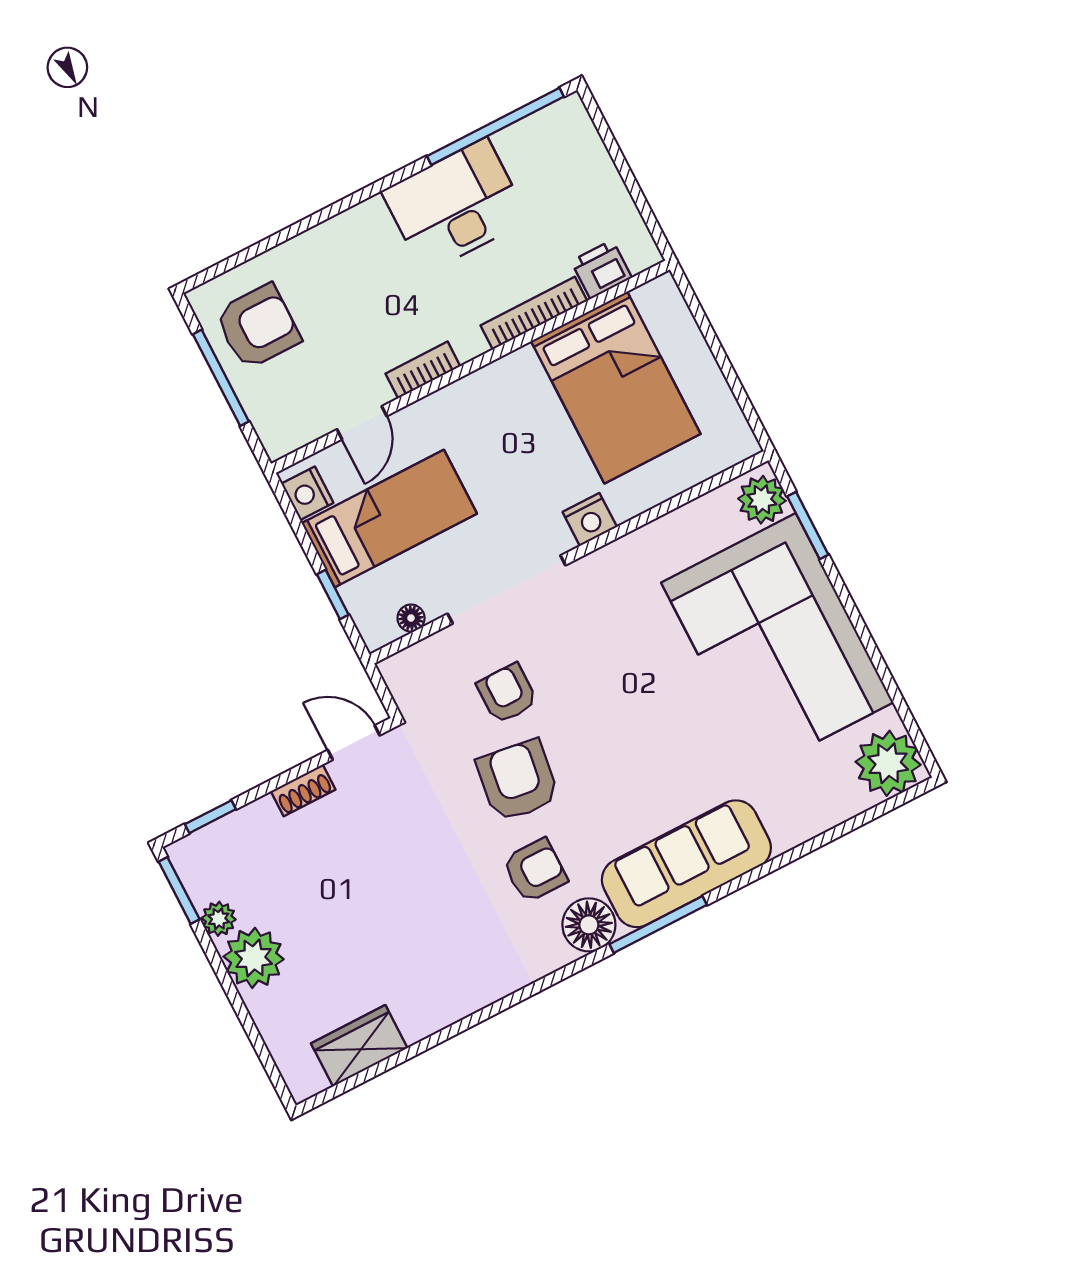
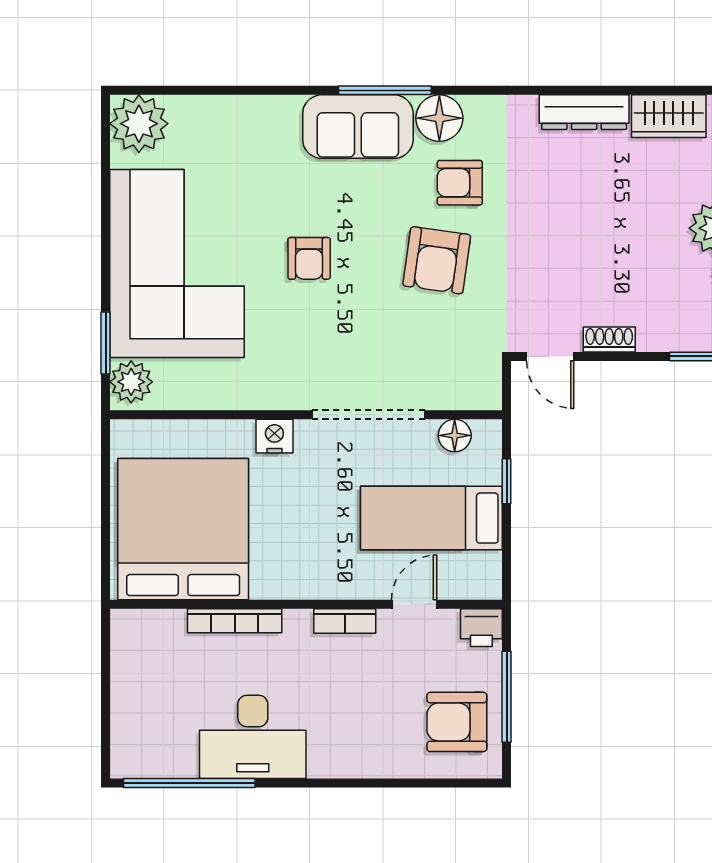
printer: (601, 269) -> (481, 628), moved
bed: (616, 387) -> (183, 529), width x1.36
nightstand: (307, 493) -> (485, 571), removed
floor lamp: (411, 618) -> (455, 435), width x1.37, depth x1.37
armchair: (507, 693) -> (309, 258), moved
sofa: (686, 864) -> (358, 127), width x0.73
dresser: (446, 1006) -> (584, 112), added

